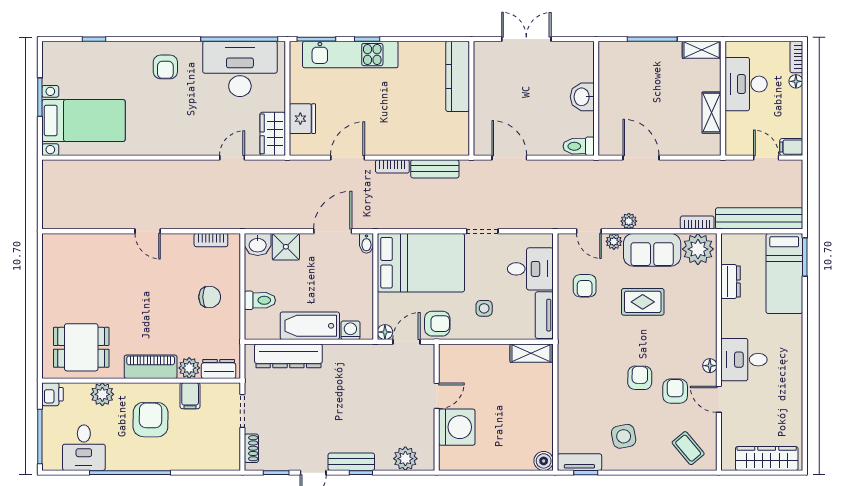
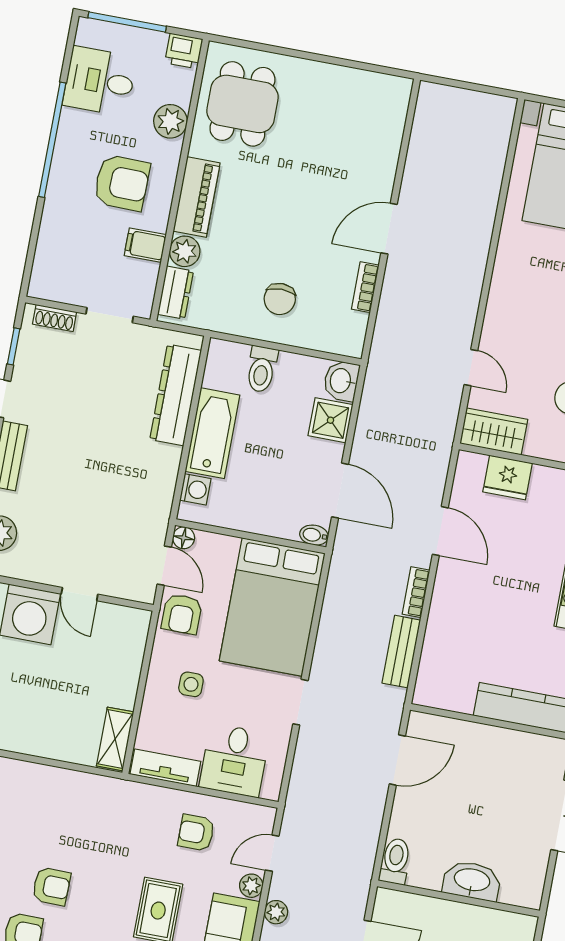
washbasin: (582, 97) -> (472, 881), width x1.38
door: (148, 231) -> (389, 229), width x1.38
bookcase: (211, 240) -> (365, 287), moved

